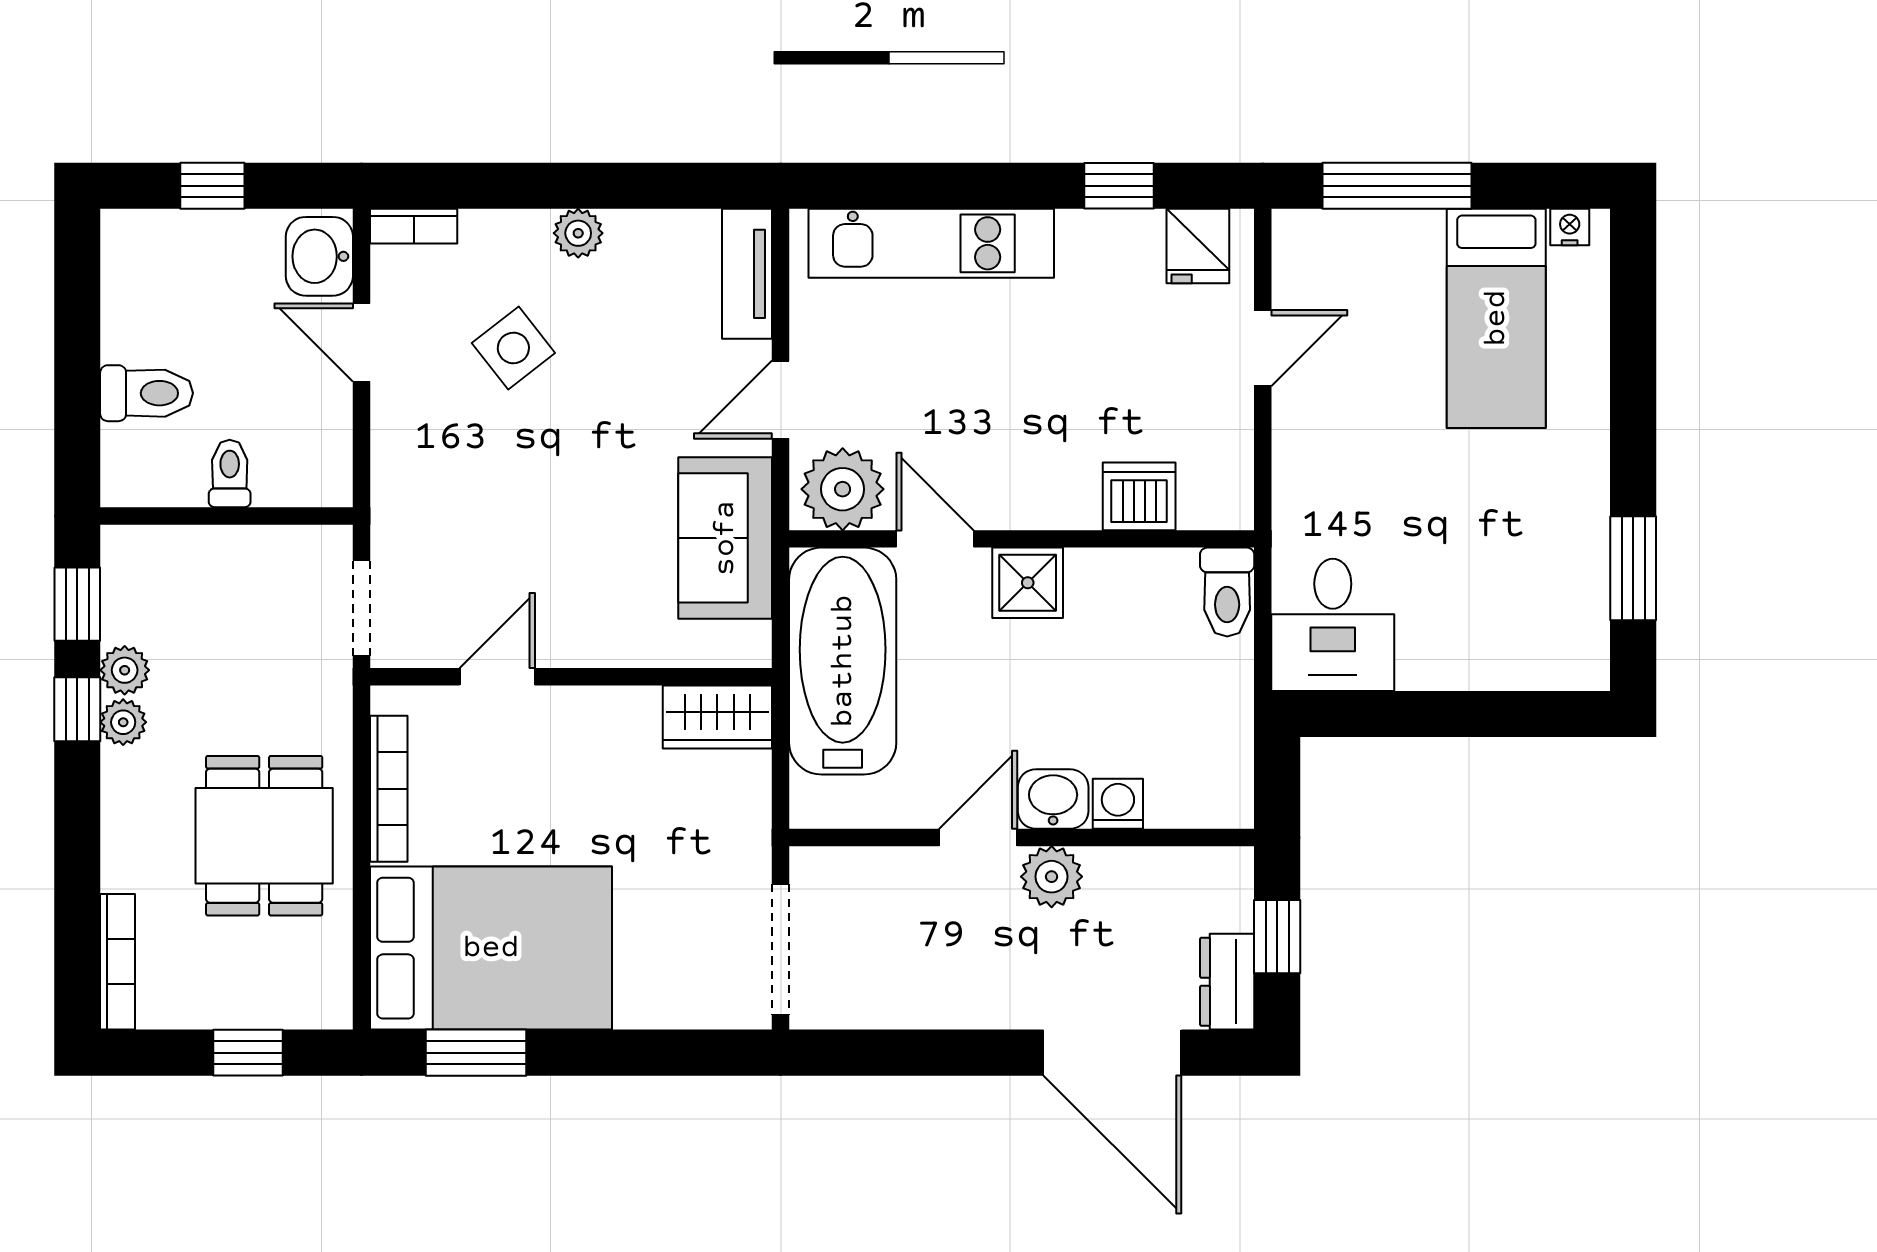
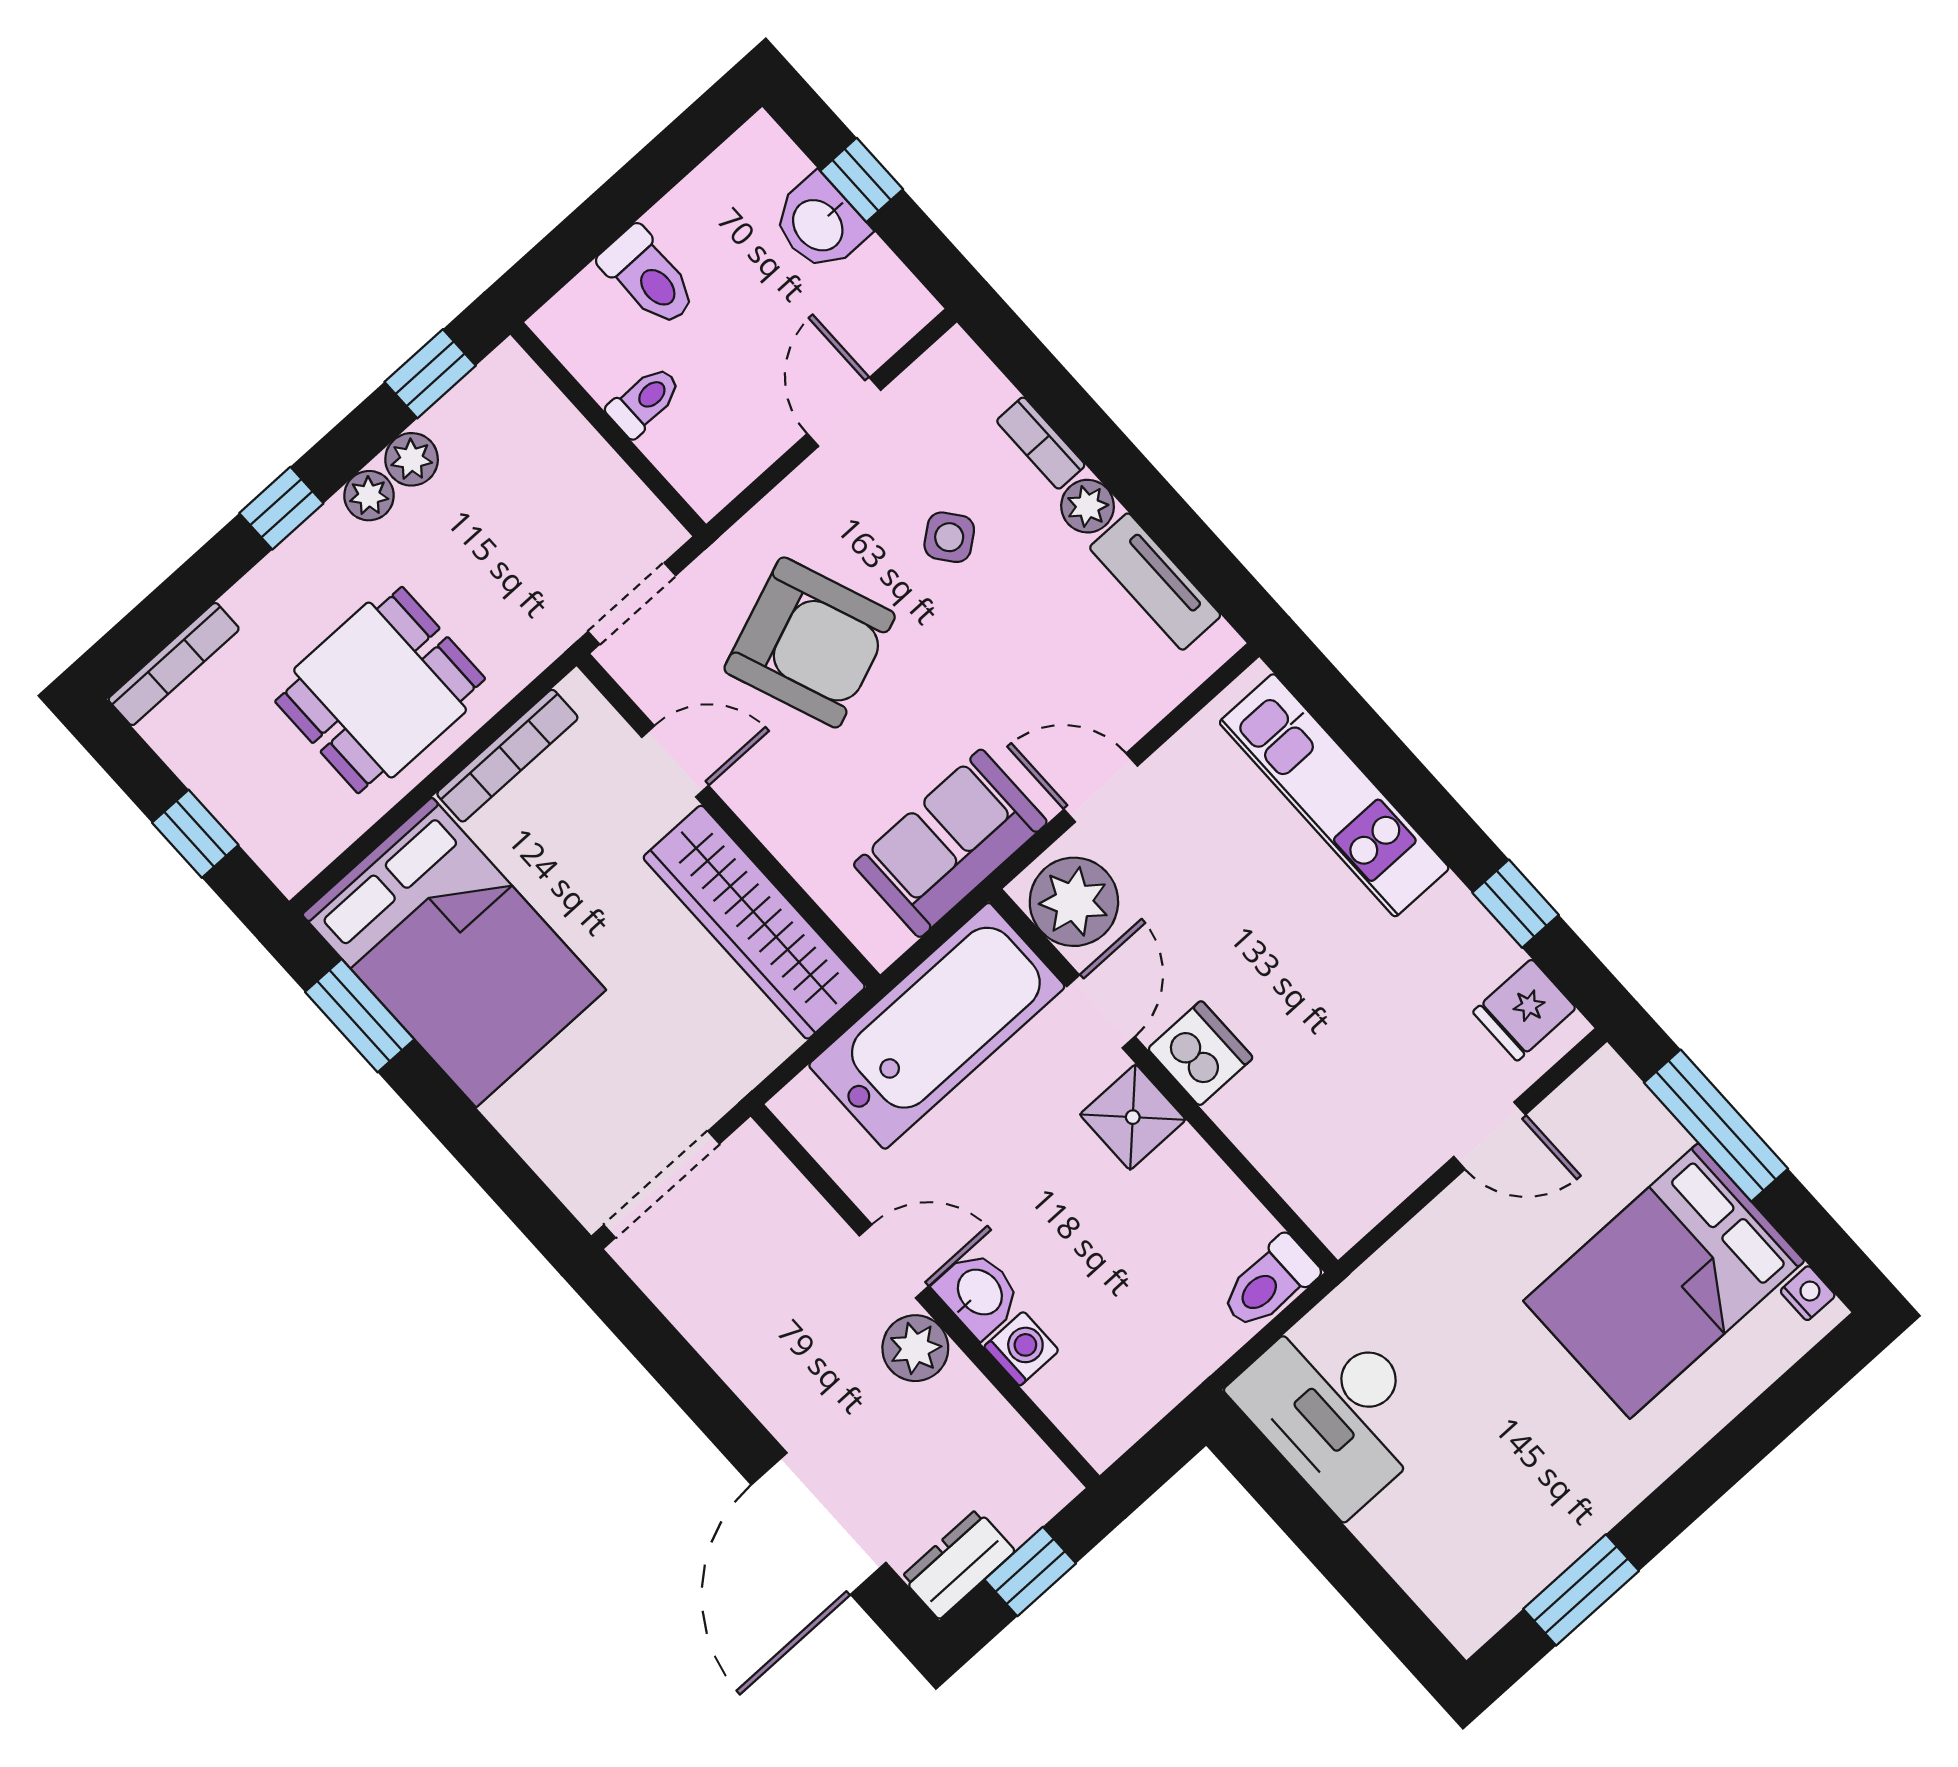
bookcase: (414, 226) -> (1041, 443), moved
washbasin: (319, 256) -> (819, 224), moved, turned -90
tv unit: (747, 274) -> (1155, 582), moved, turned -90
bed: (1496, 318) -> (1664, 1281), width x1.50
side table: (513, 348) -> (949, 537), width x0.73, depth x0.73
dishwasher: (1139, 496) -> (1200, 1053), moved
armchair: (499, 510) -> (810, 642), added
desk: (1333, 625) -> (1336, 1409), width x1.37
window: (77, 709) -> (281, 508), moved
wardrobe: (717, 717) -> (754, 922), width x2.10, depth x1.17

